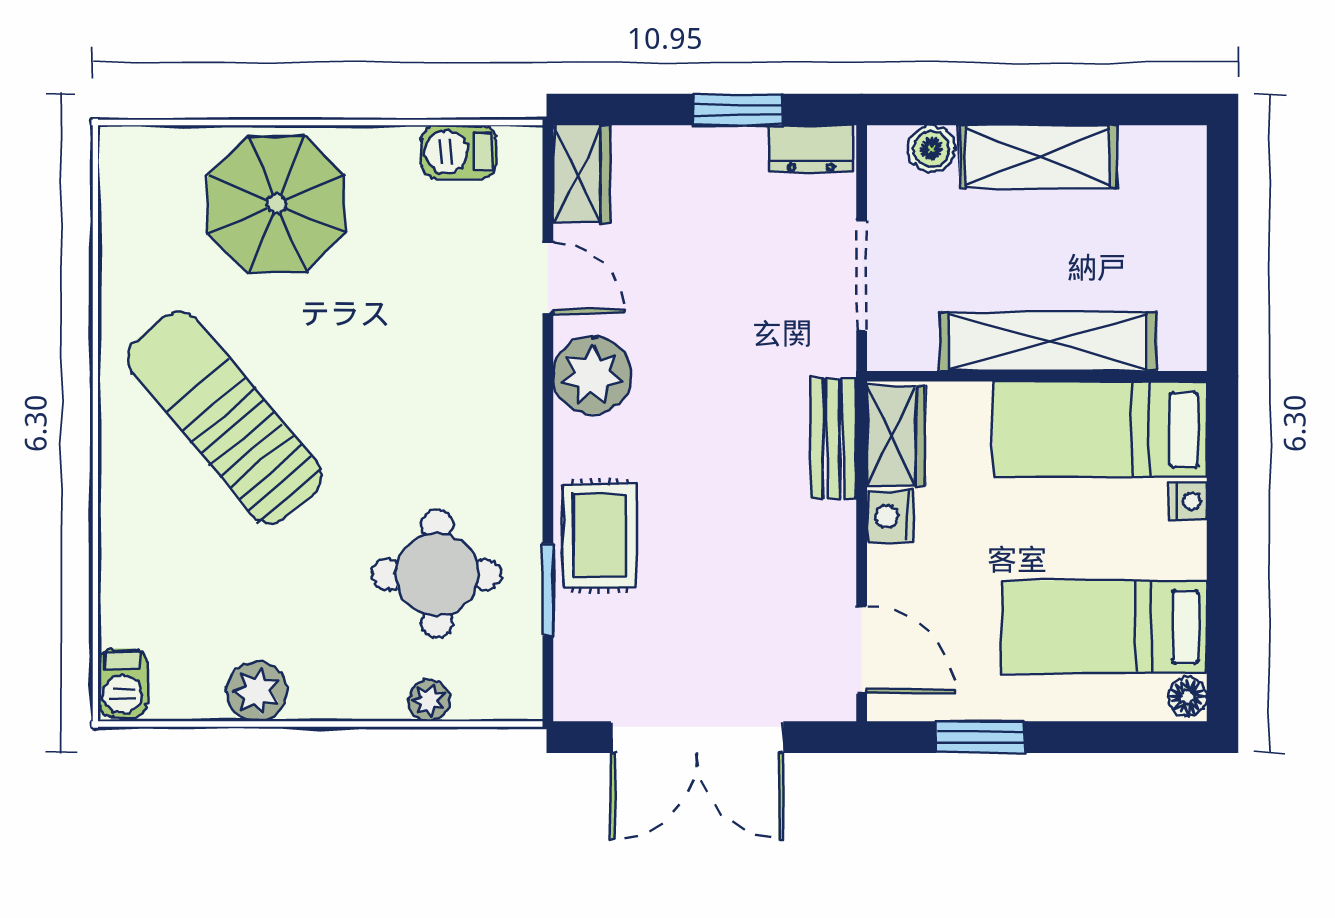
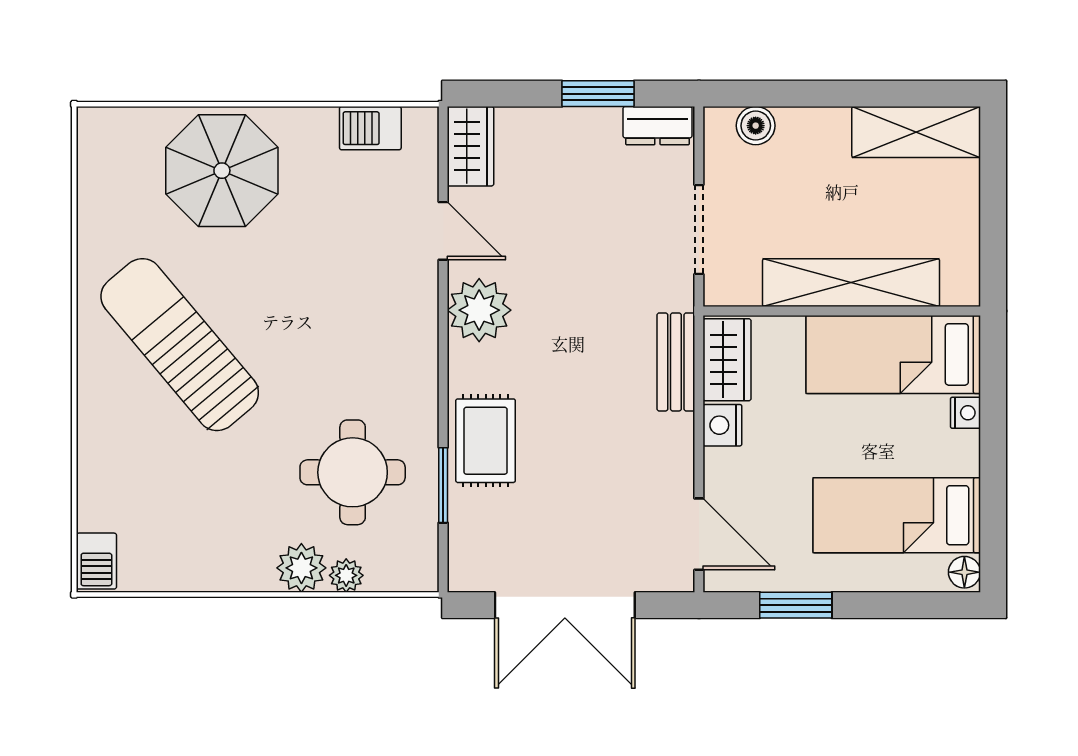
shelving: (1038, 157) -> (916, 132), moved
plant: (257, 691) -> (301, 568), moved

